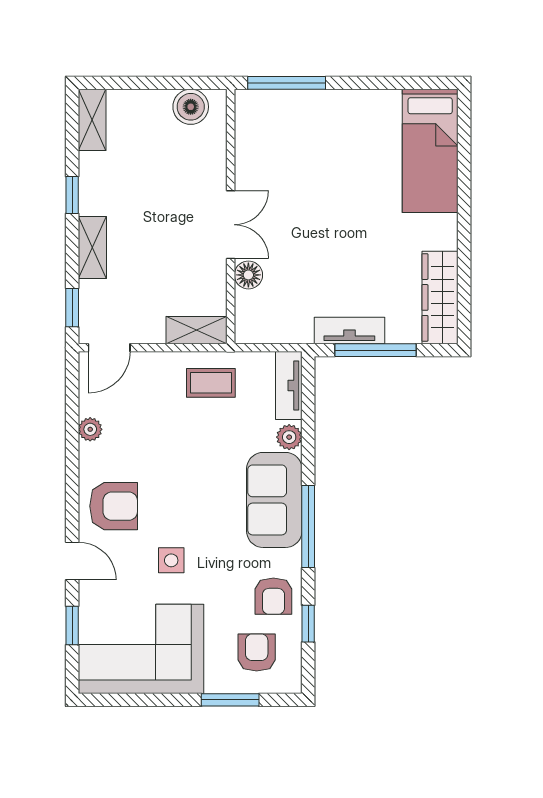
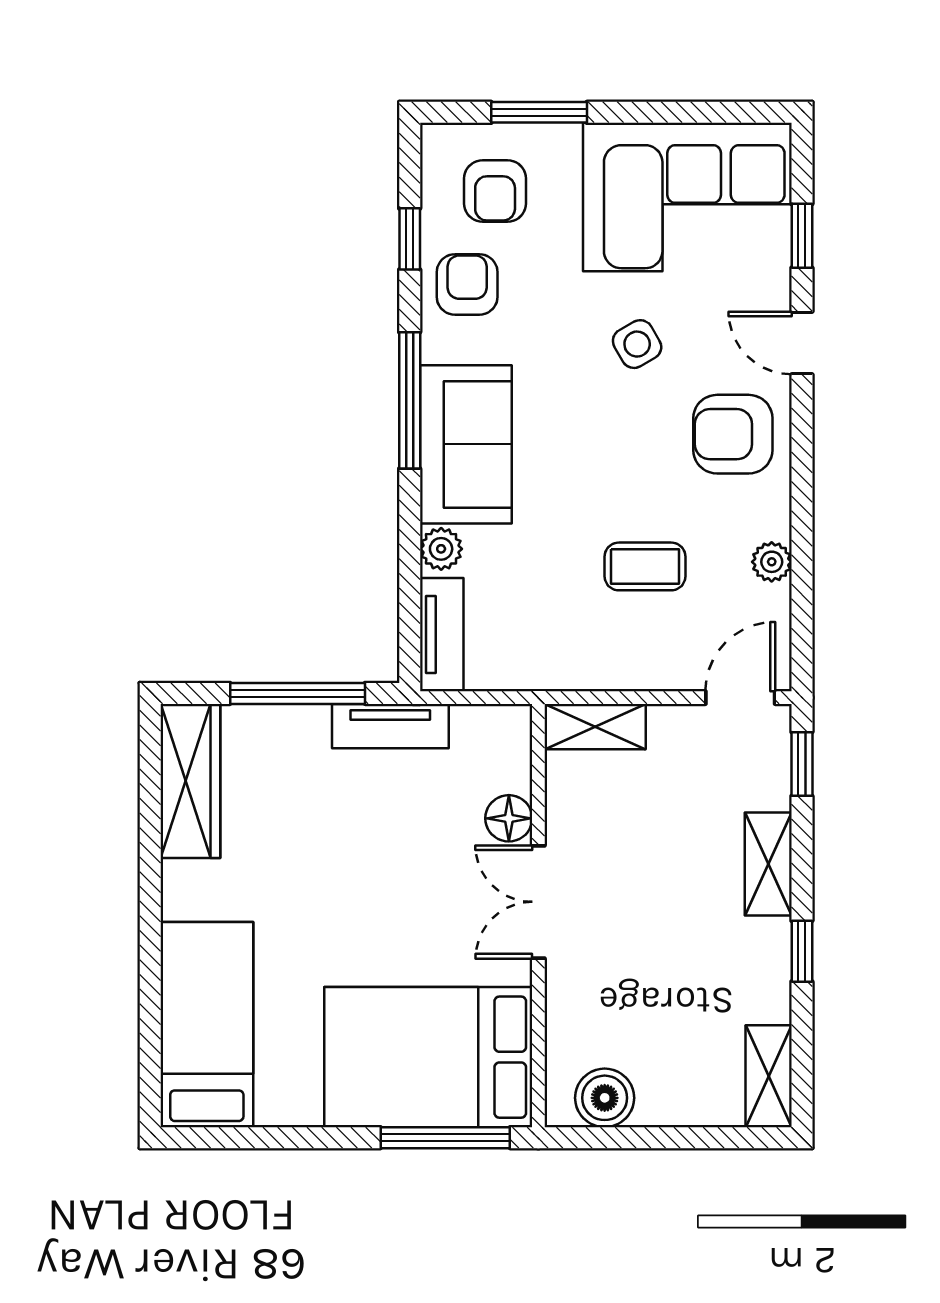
bed: (297, 131) -> (428, 1057), added
tv unit: (349, 330) -> (390, 726), moved
coffee table: (211, 383) -> (645, 566), moved
side table: (171, 560) -> (637, 344), turned -30

